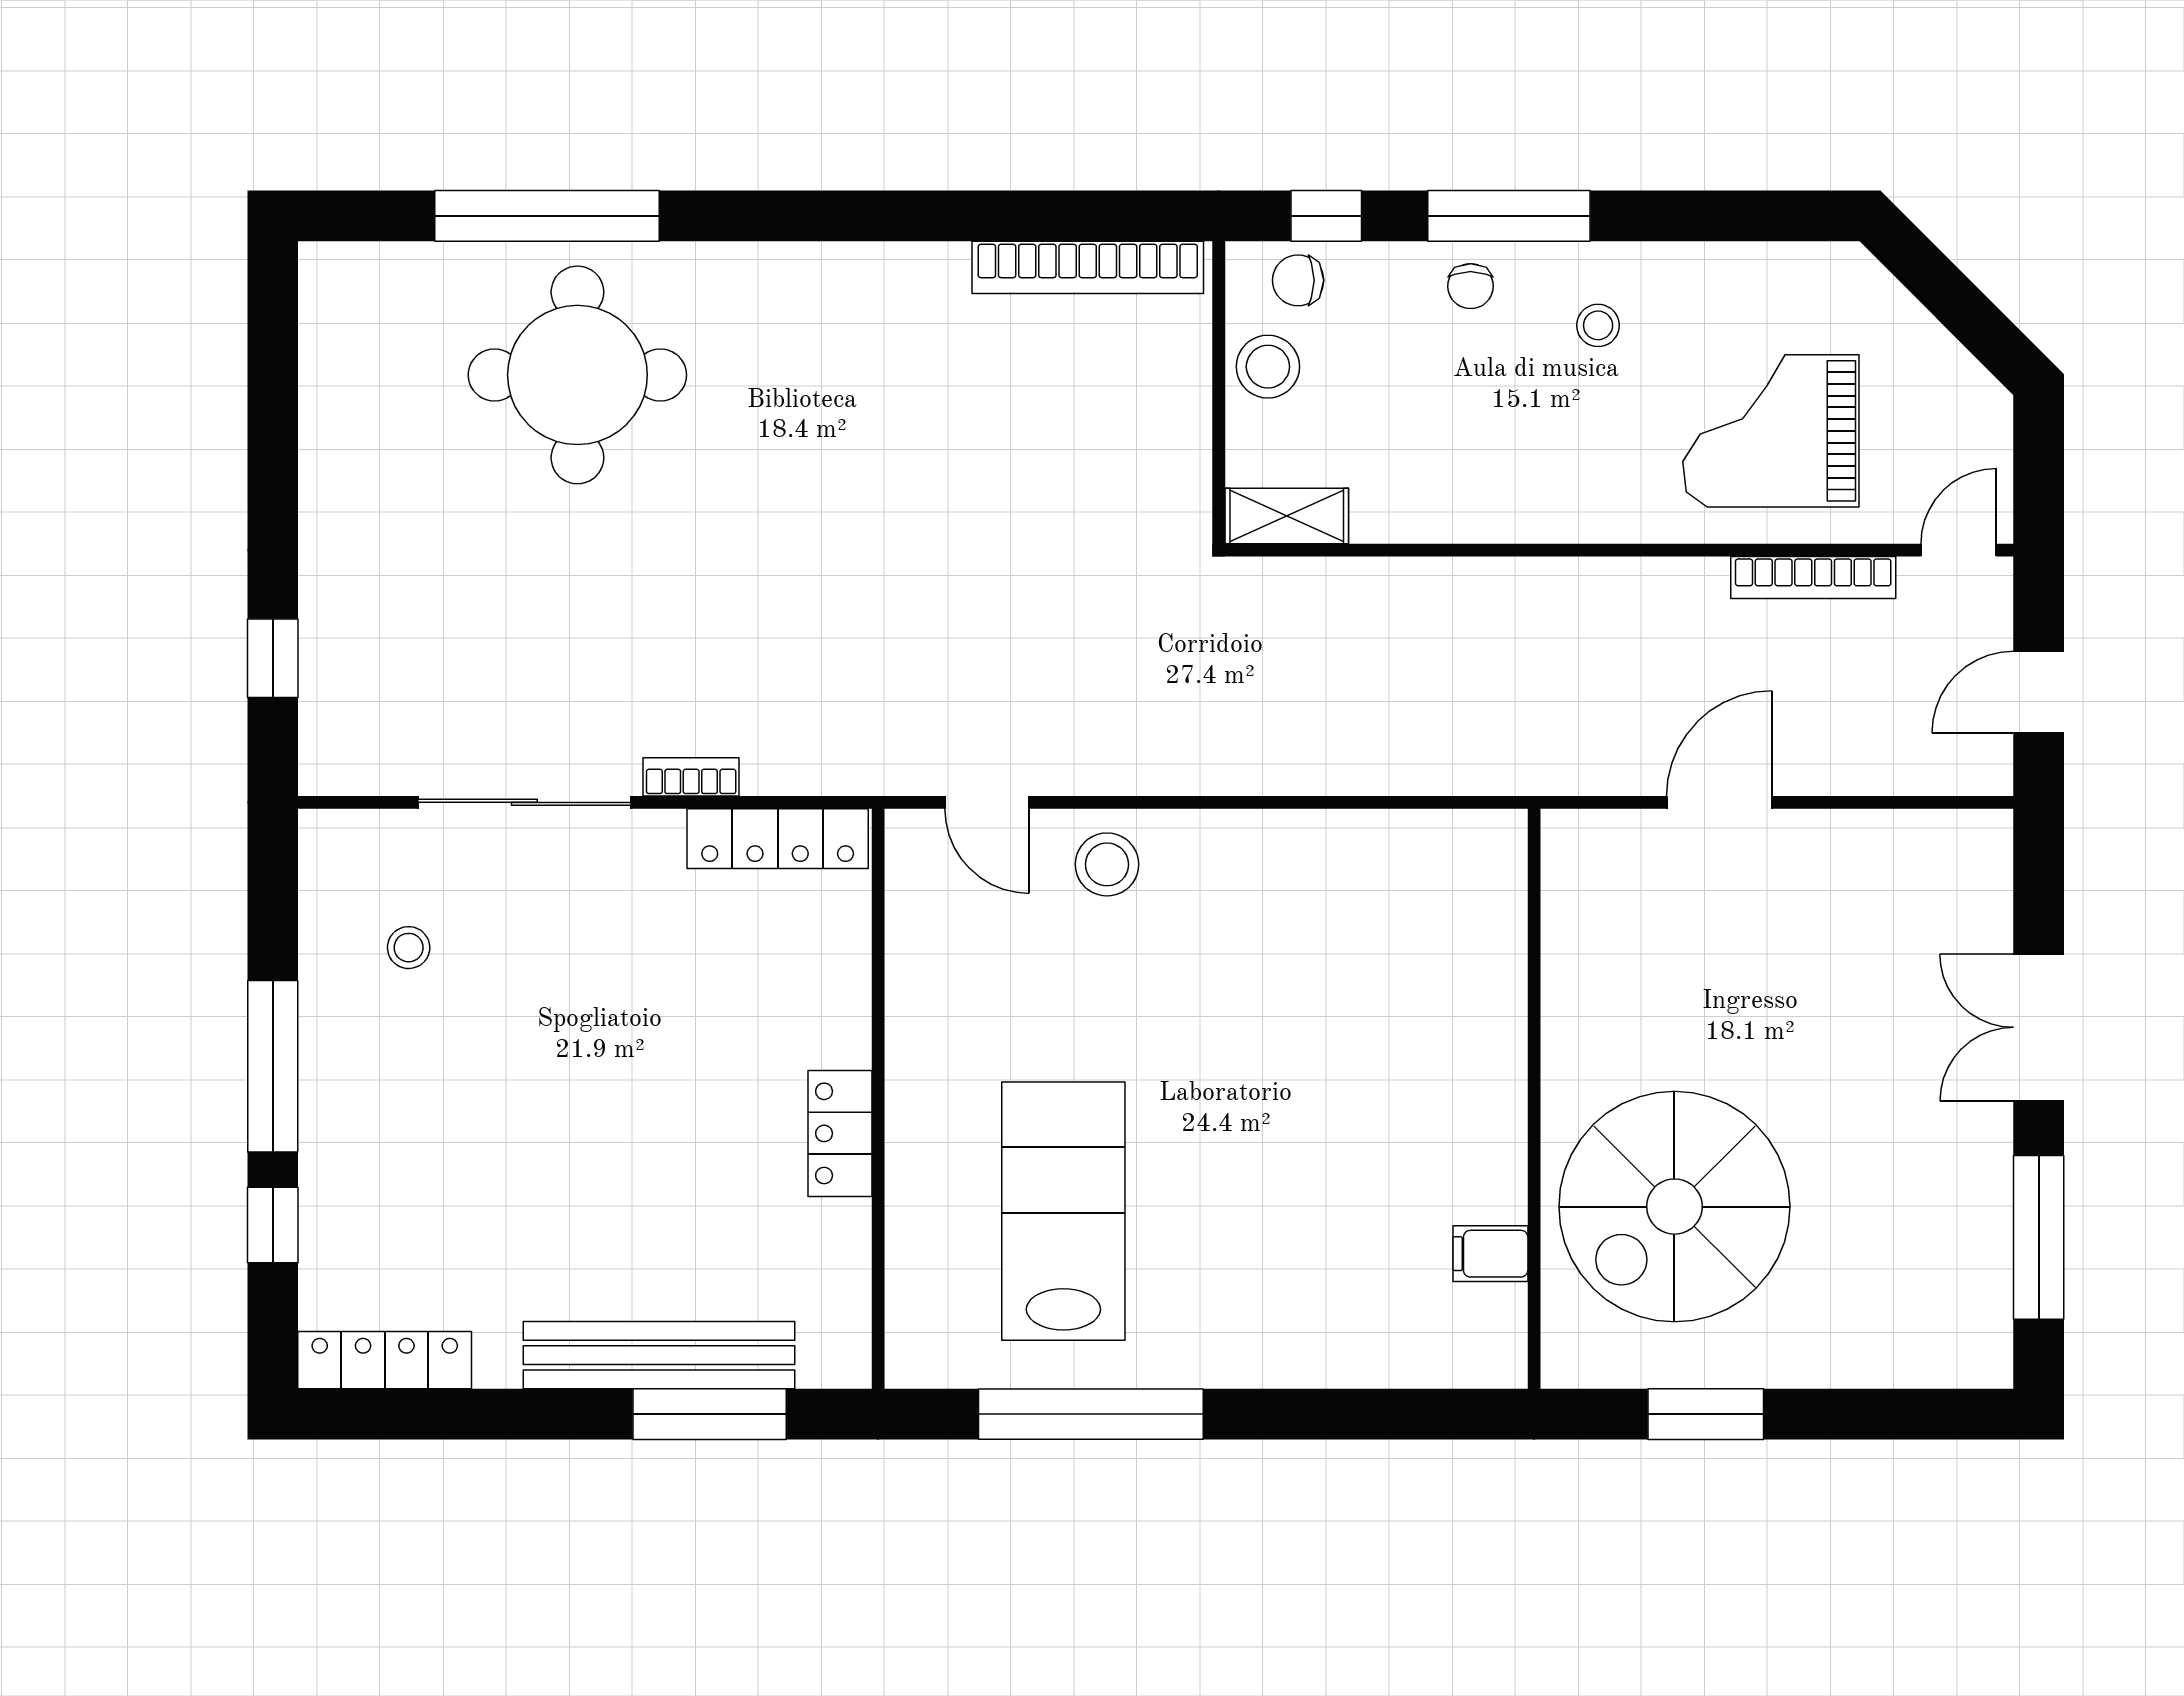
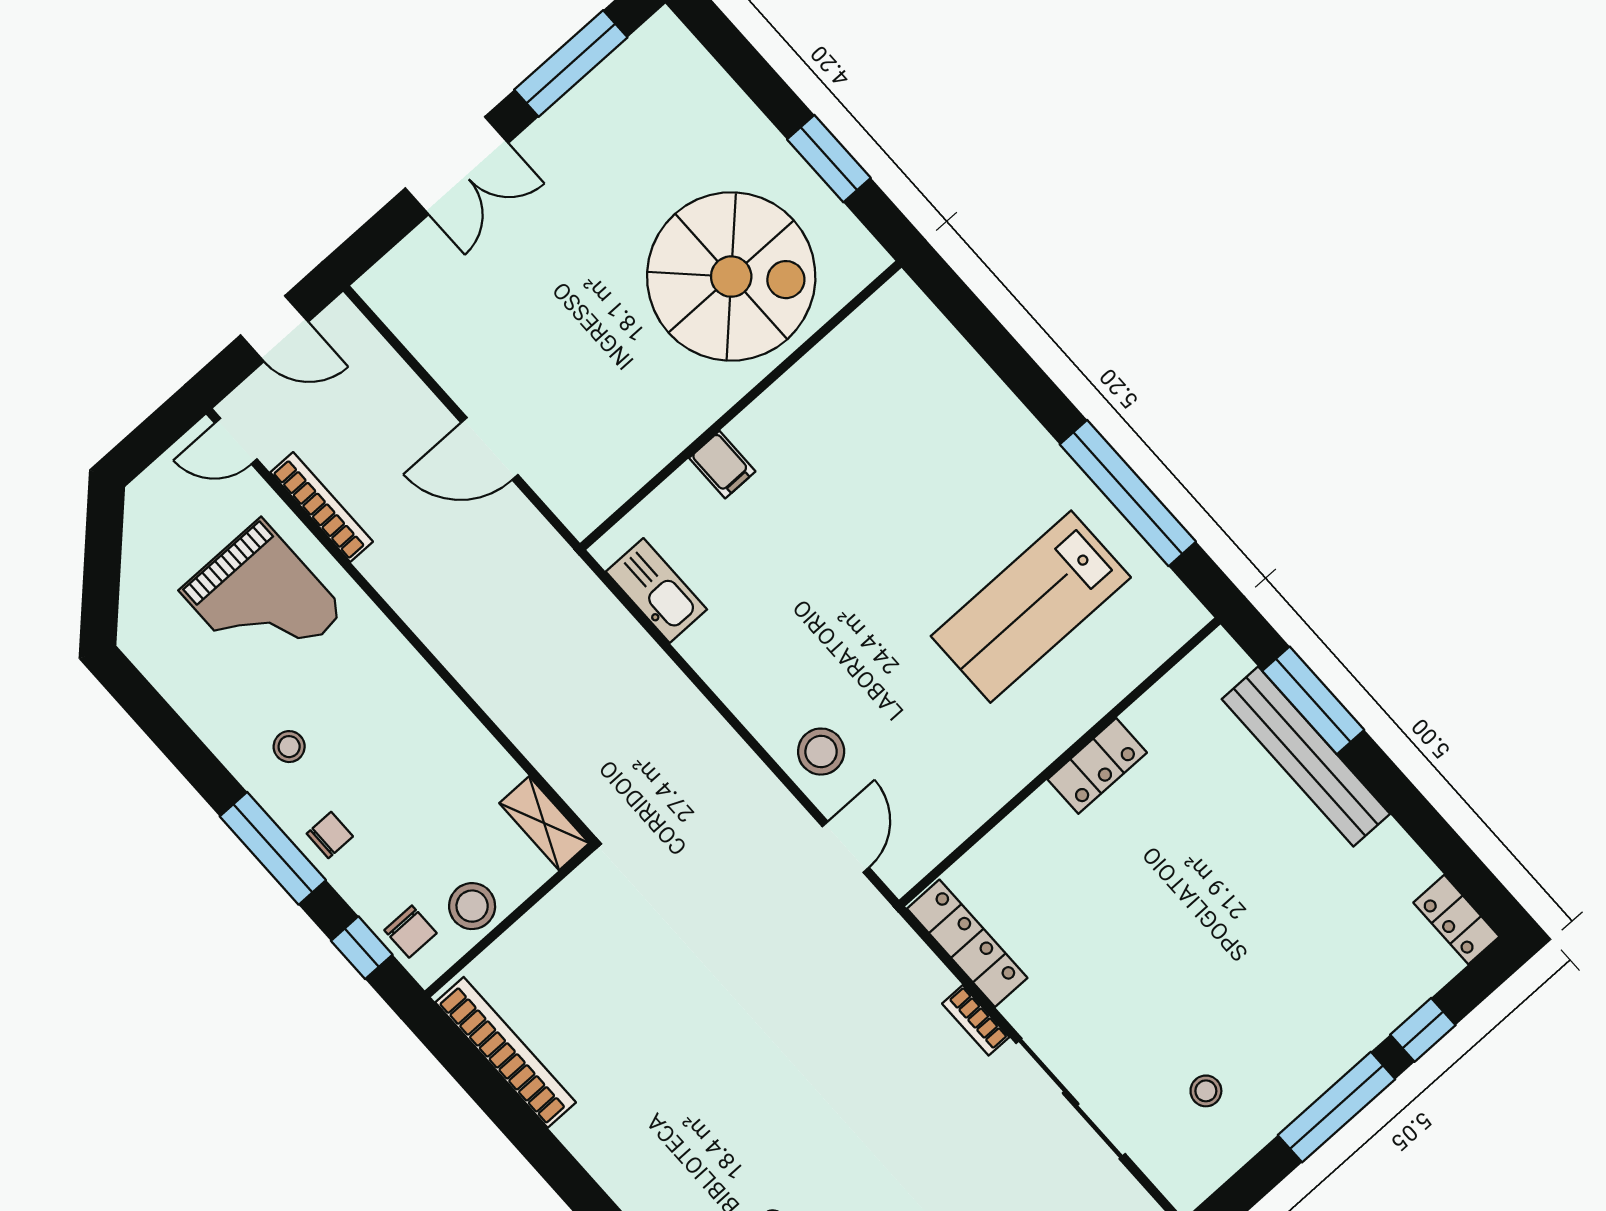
kitchen sink: (1422, 843) -> (656, 590), added
filing cabinet: (1490, 1254) -> (722, 465), moved
locker: (385, 1360) -> (1456, 920), width x0.66

